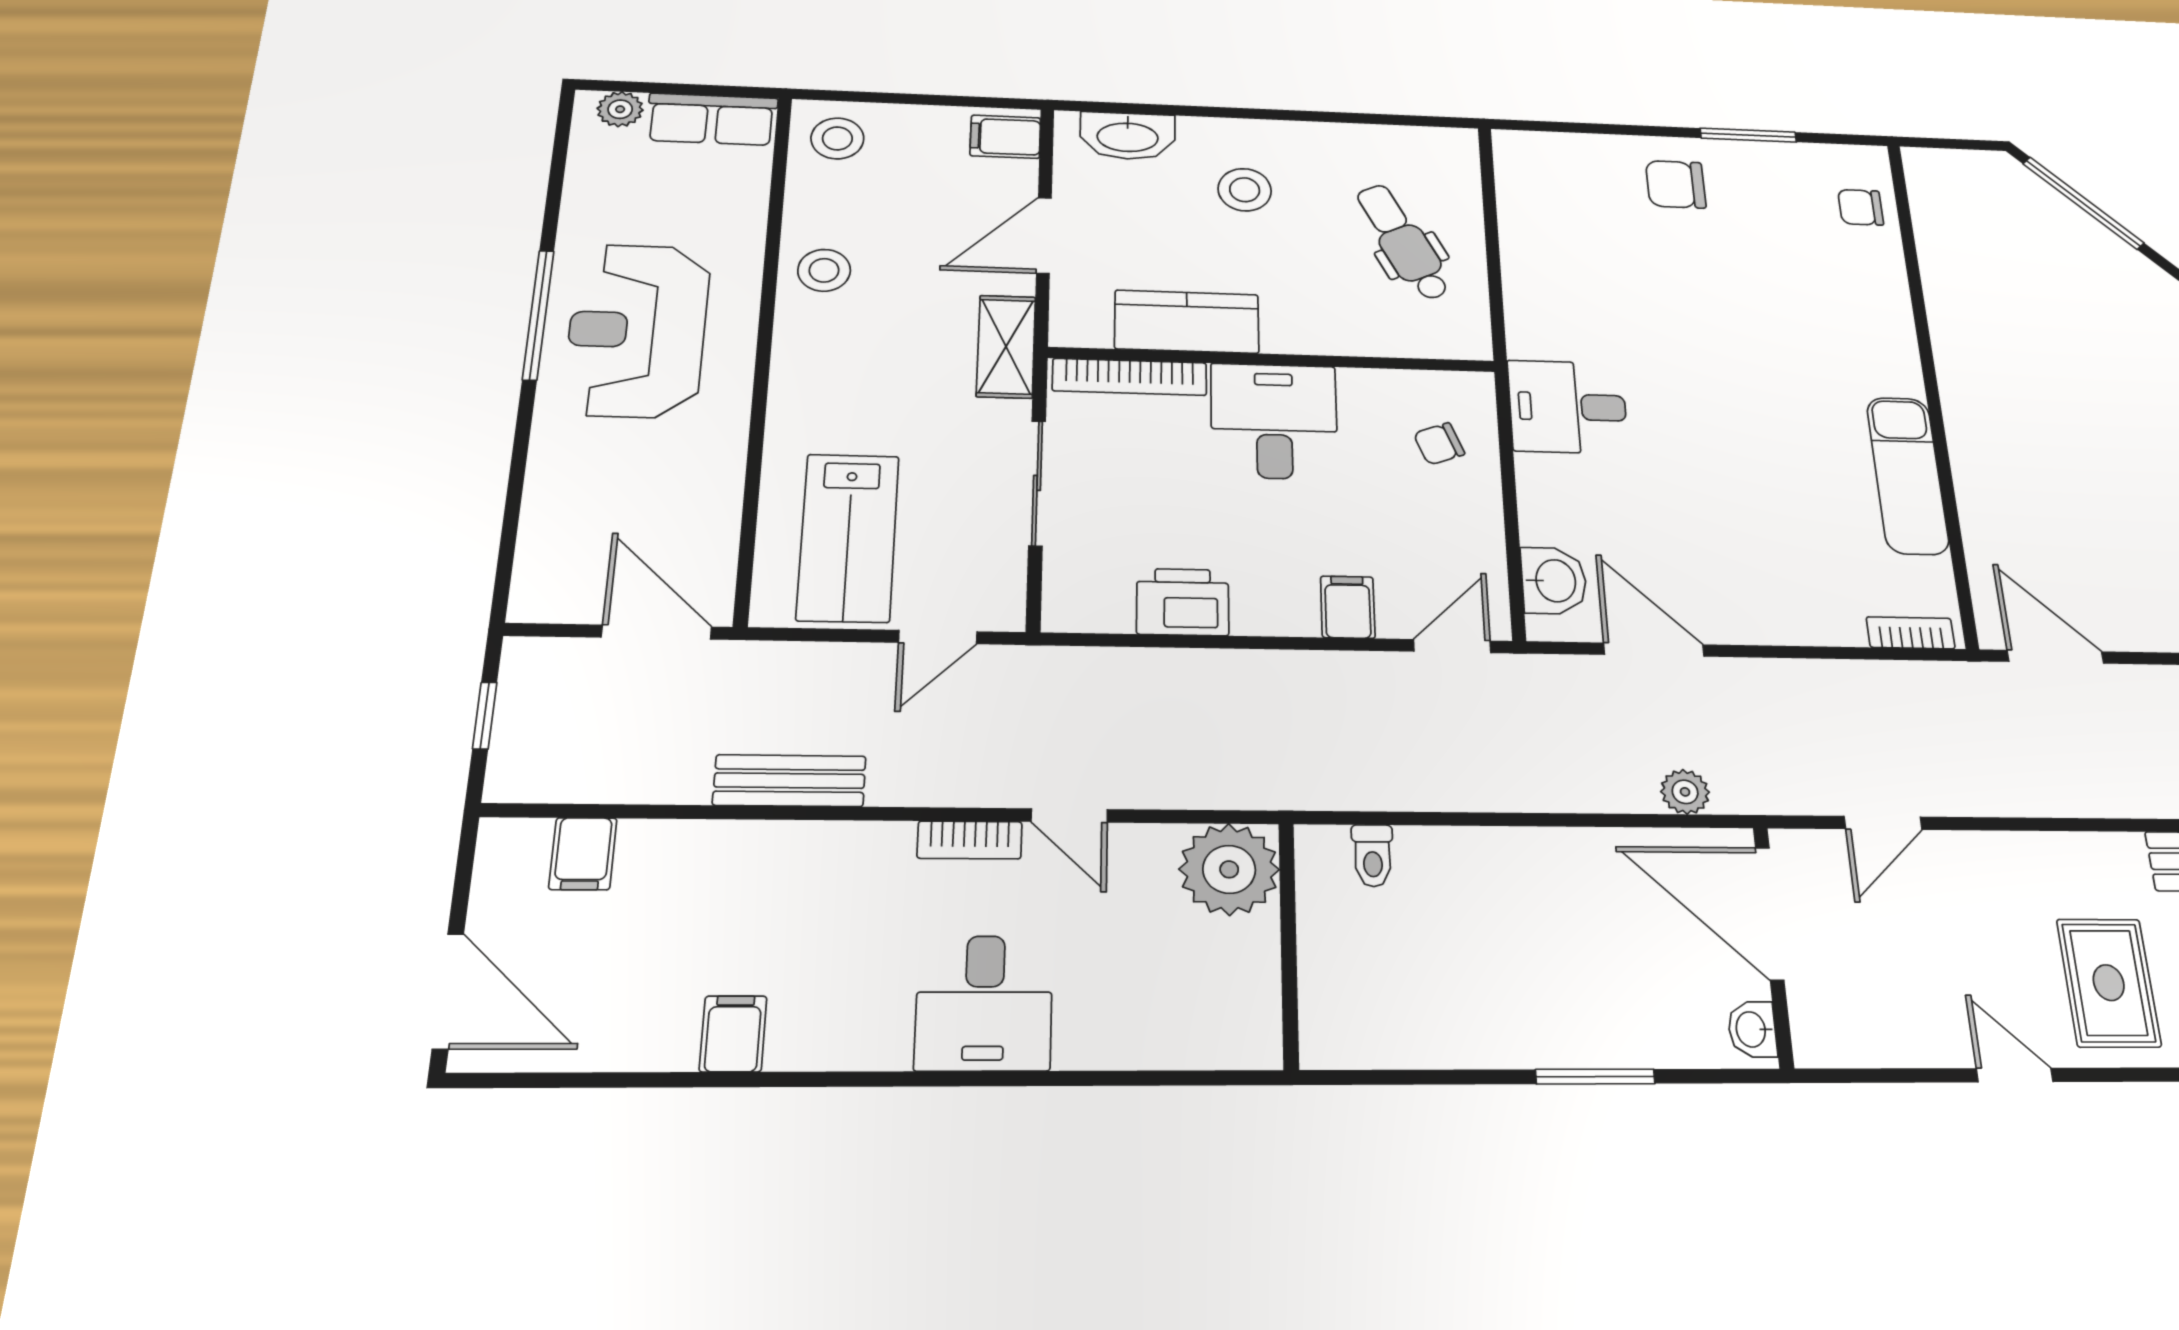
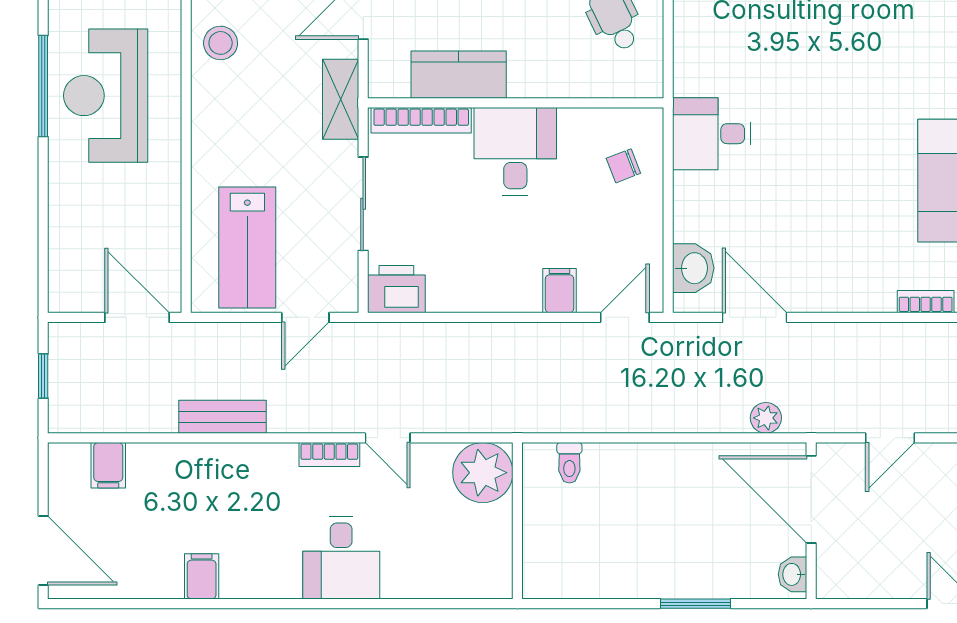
printer: (1183, 602) -> (396, 289), moved

